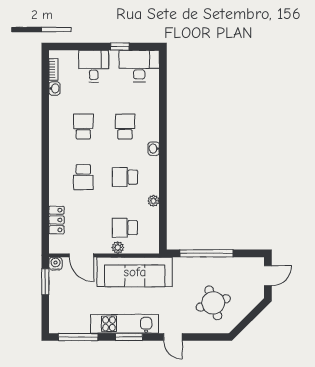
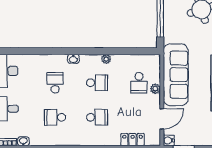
school desk: (125, 127) -> (55, 83), turned 90
school desk: (125, 177) -> (97, 83), turned -90
plant: (154, 201) -> (106, 59), moved

